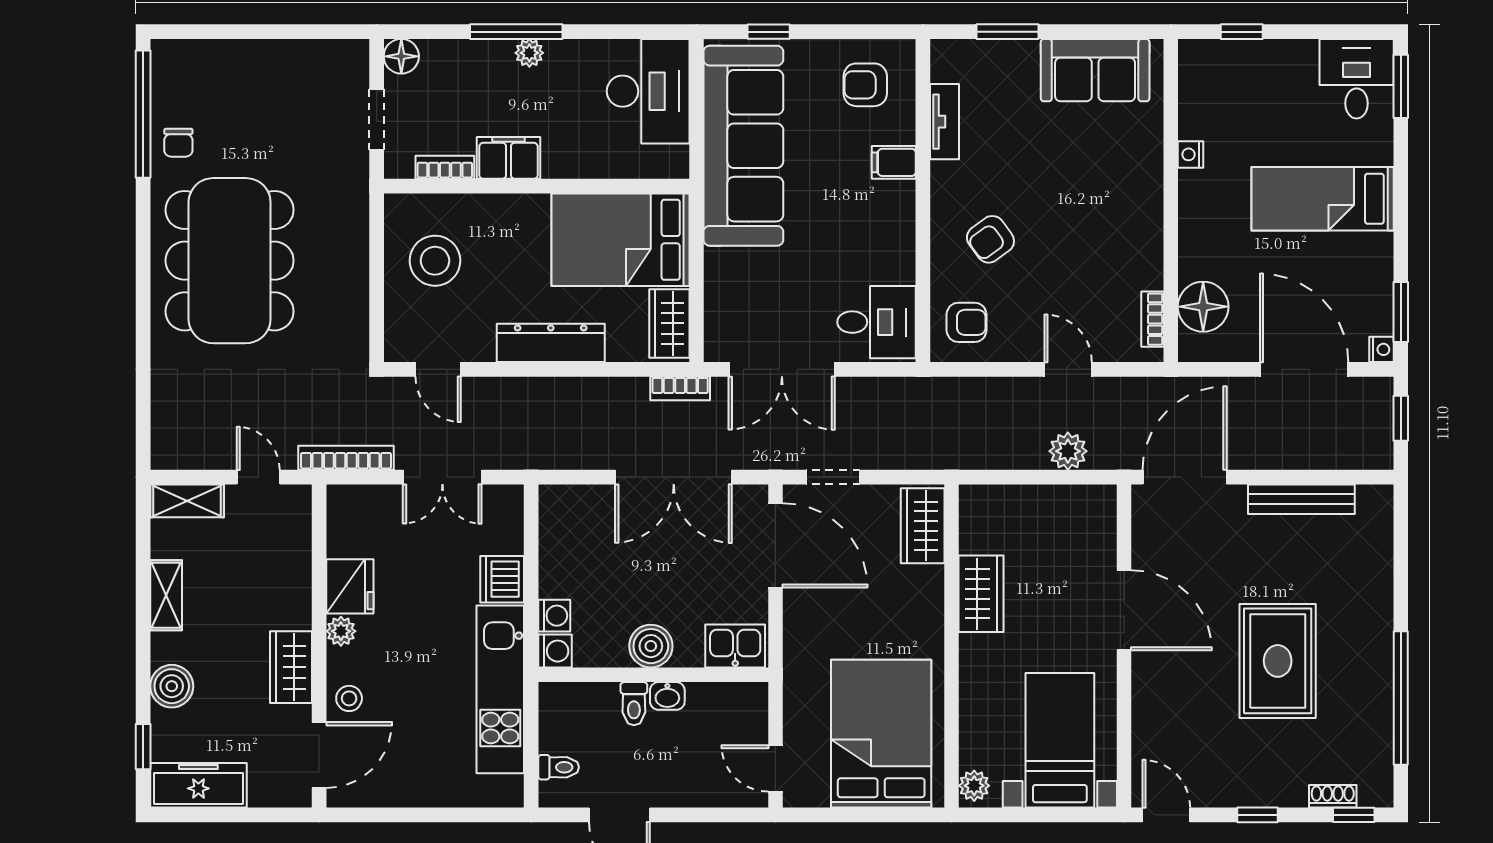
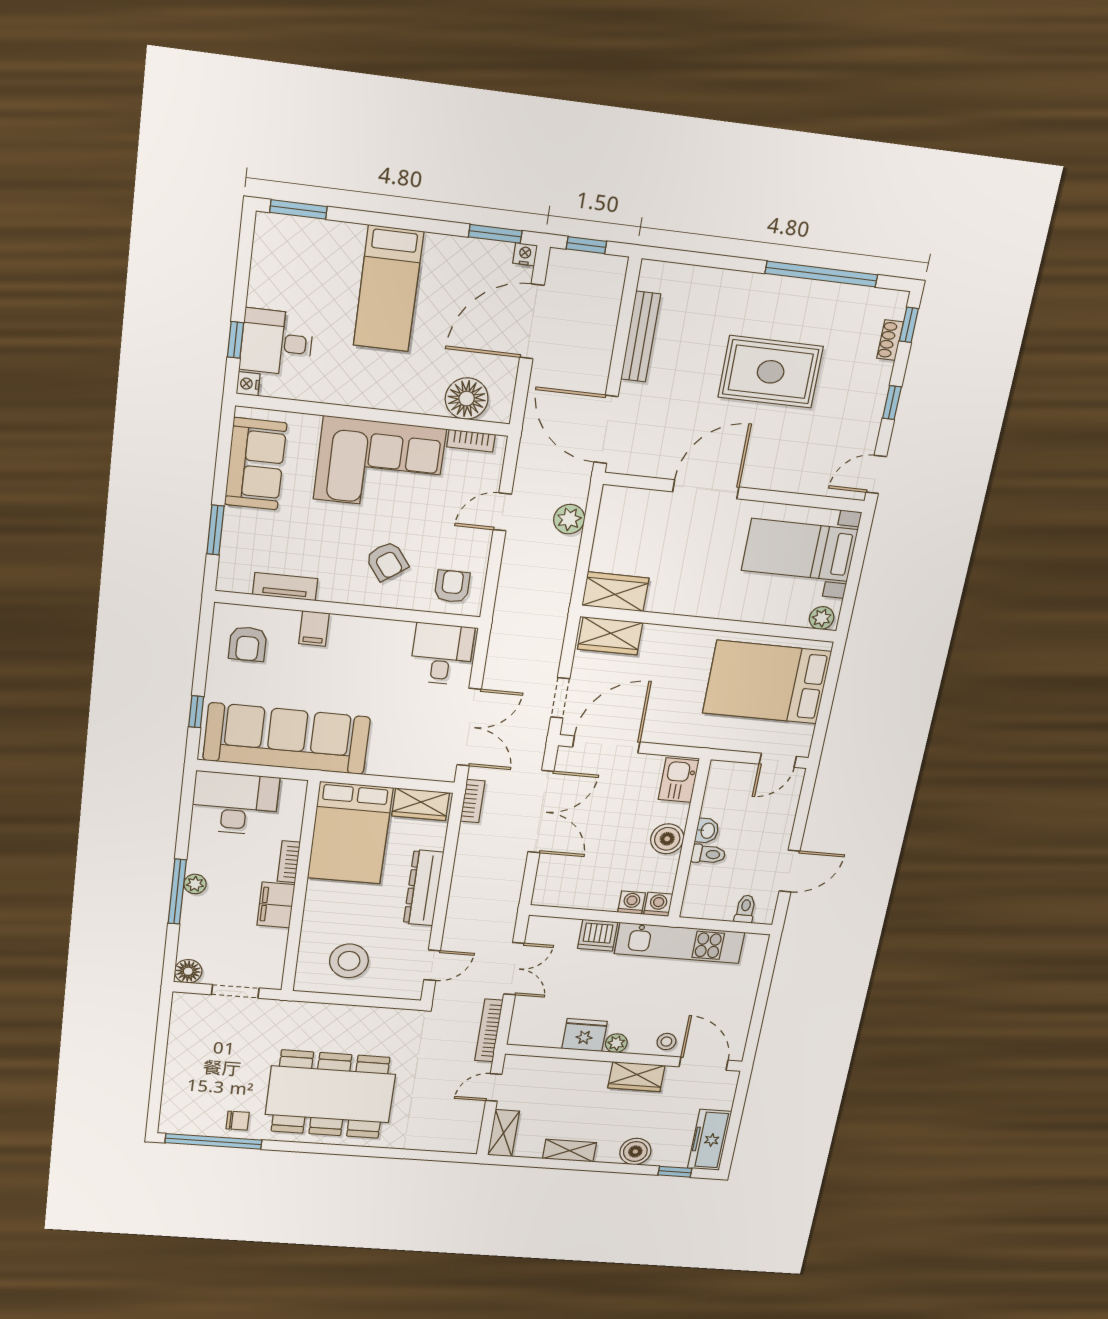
desk: (1357, 79) -> (277, 342), moved
nightstand: (1191, 154) -> (248, 384), moved, turned 90
bookcase: (445, 167) -> (289, 862), moved
corner sofa: (1111, 215) -> (380, 464), added
wardrobe: (981, 594) -> (615, 592), moved

